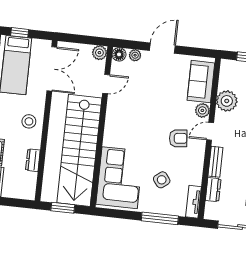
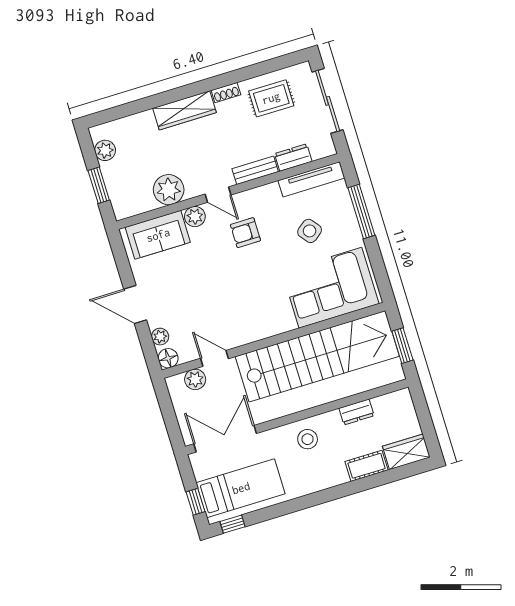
plant: (99, 53) -> (195, 379), moved
armchair: (178, 138) -> (245, 233), turned -84
tv unit: (193, 202) -> (311, 179), width x1.41

